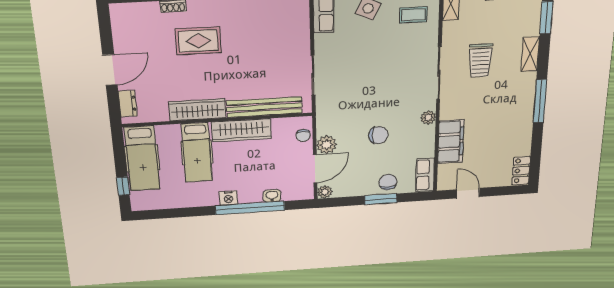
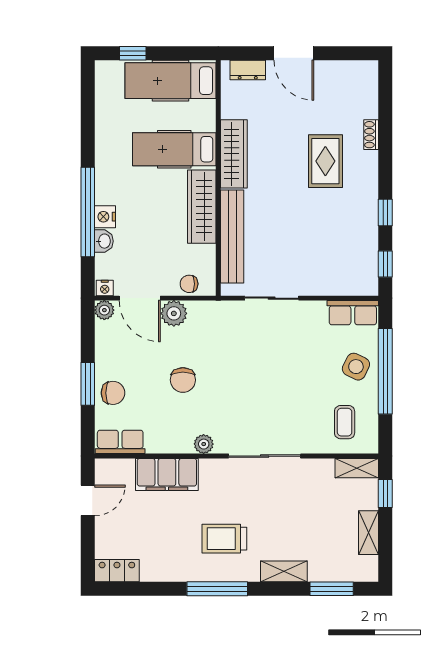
trolley: (480, 60) -> (224, 539), moved
nightstand: (308, 193) -> (105, 288), added
nightstand: (228, 198) -> (105, 217), moved

